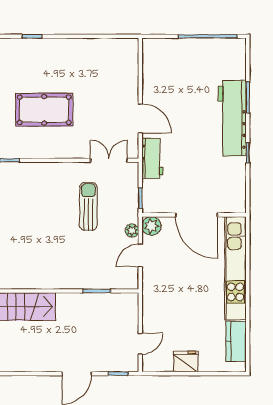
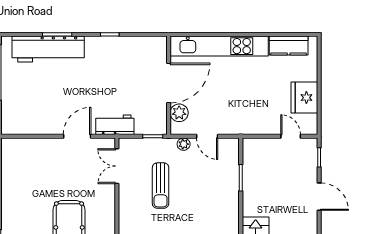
workbench: (232, 118) -> (48, 49), moved
sun lounger: (88, 206) -> (161, 186), turned -90
plant: (151, 226) -> (179, 113), moved
fridge: (186, 362) -> (304, 98), width x1.36, depth x1.34

